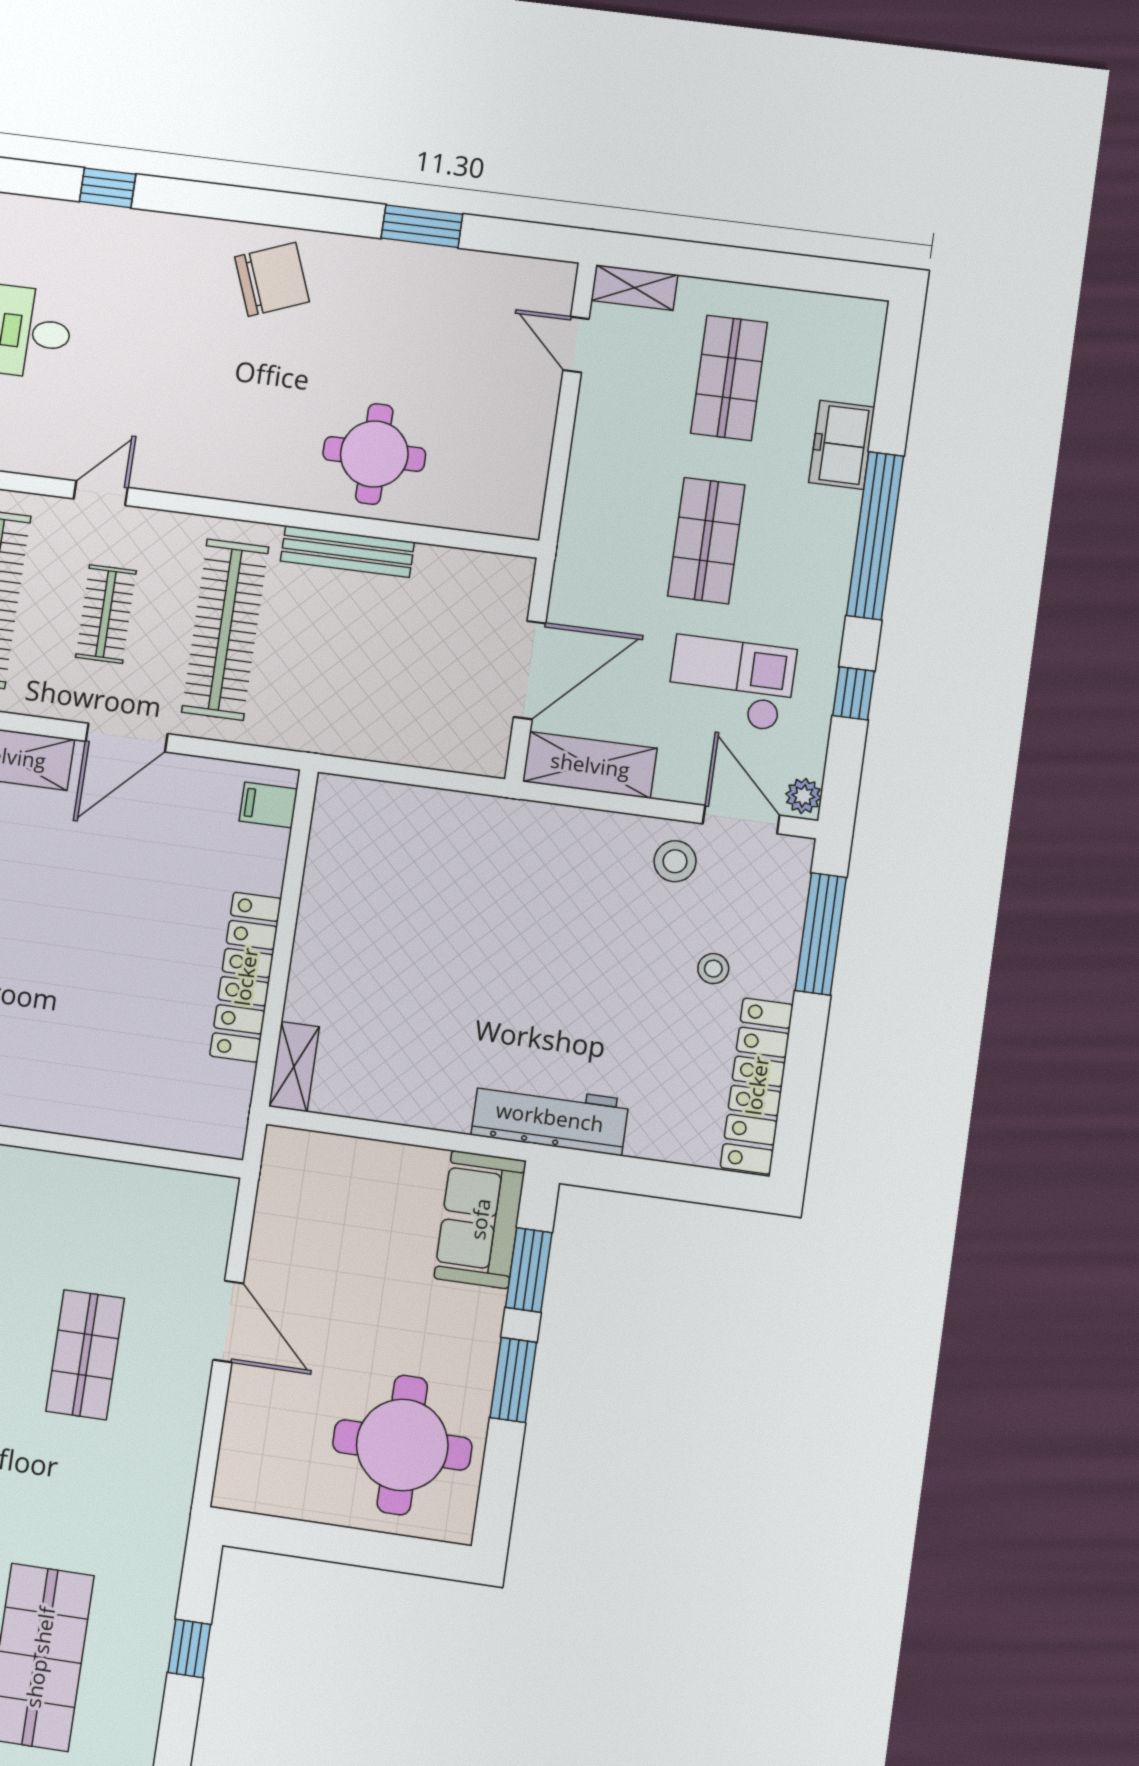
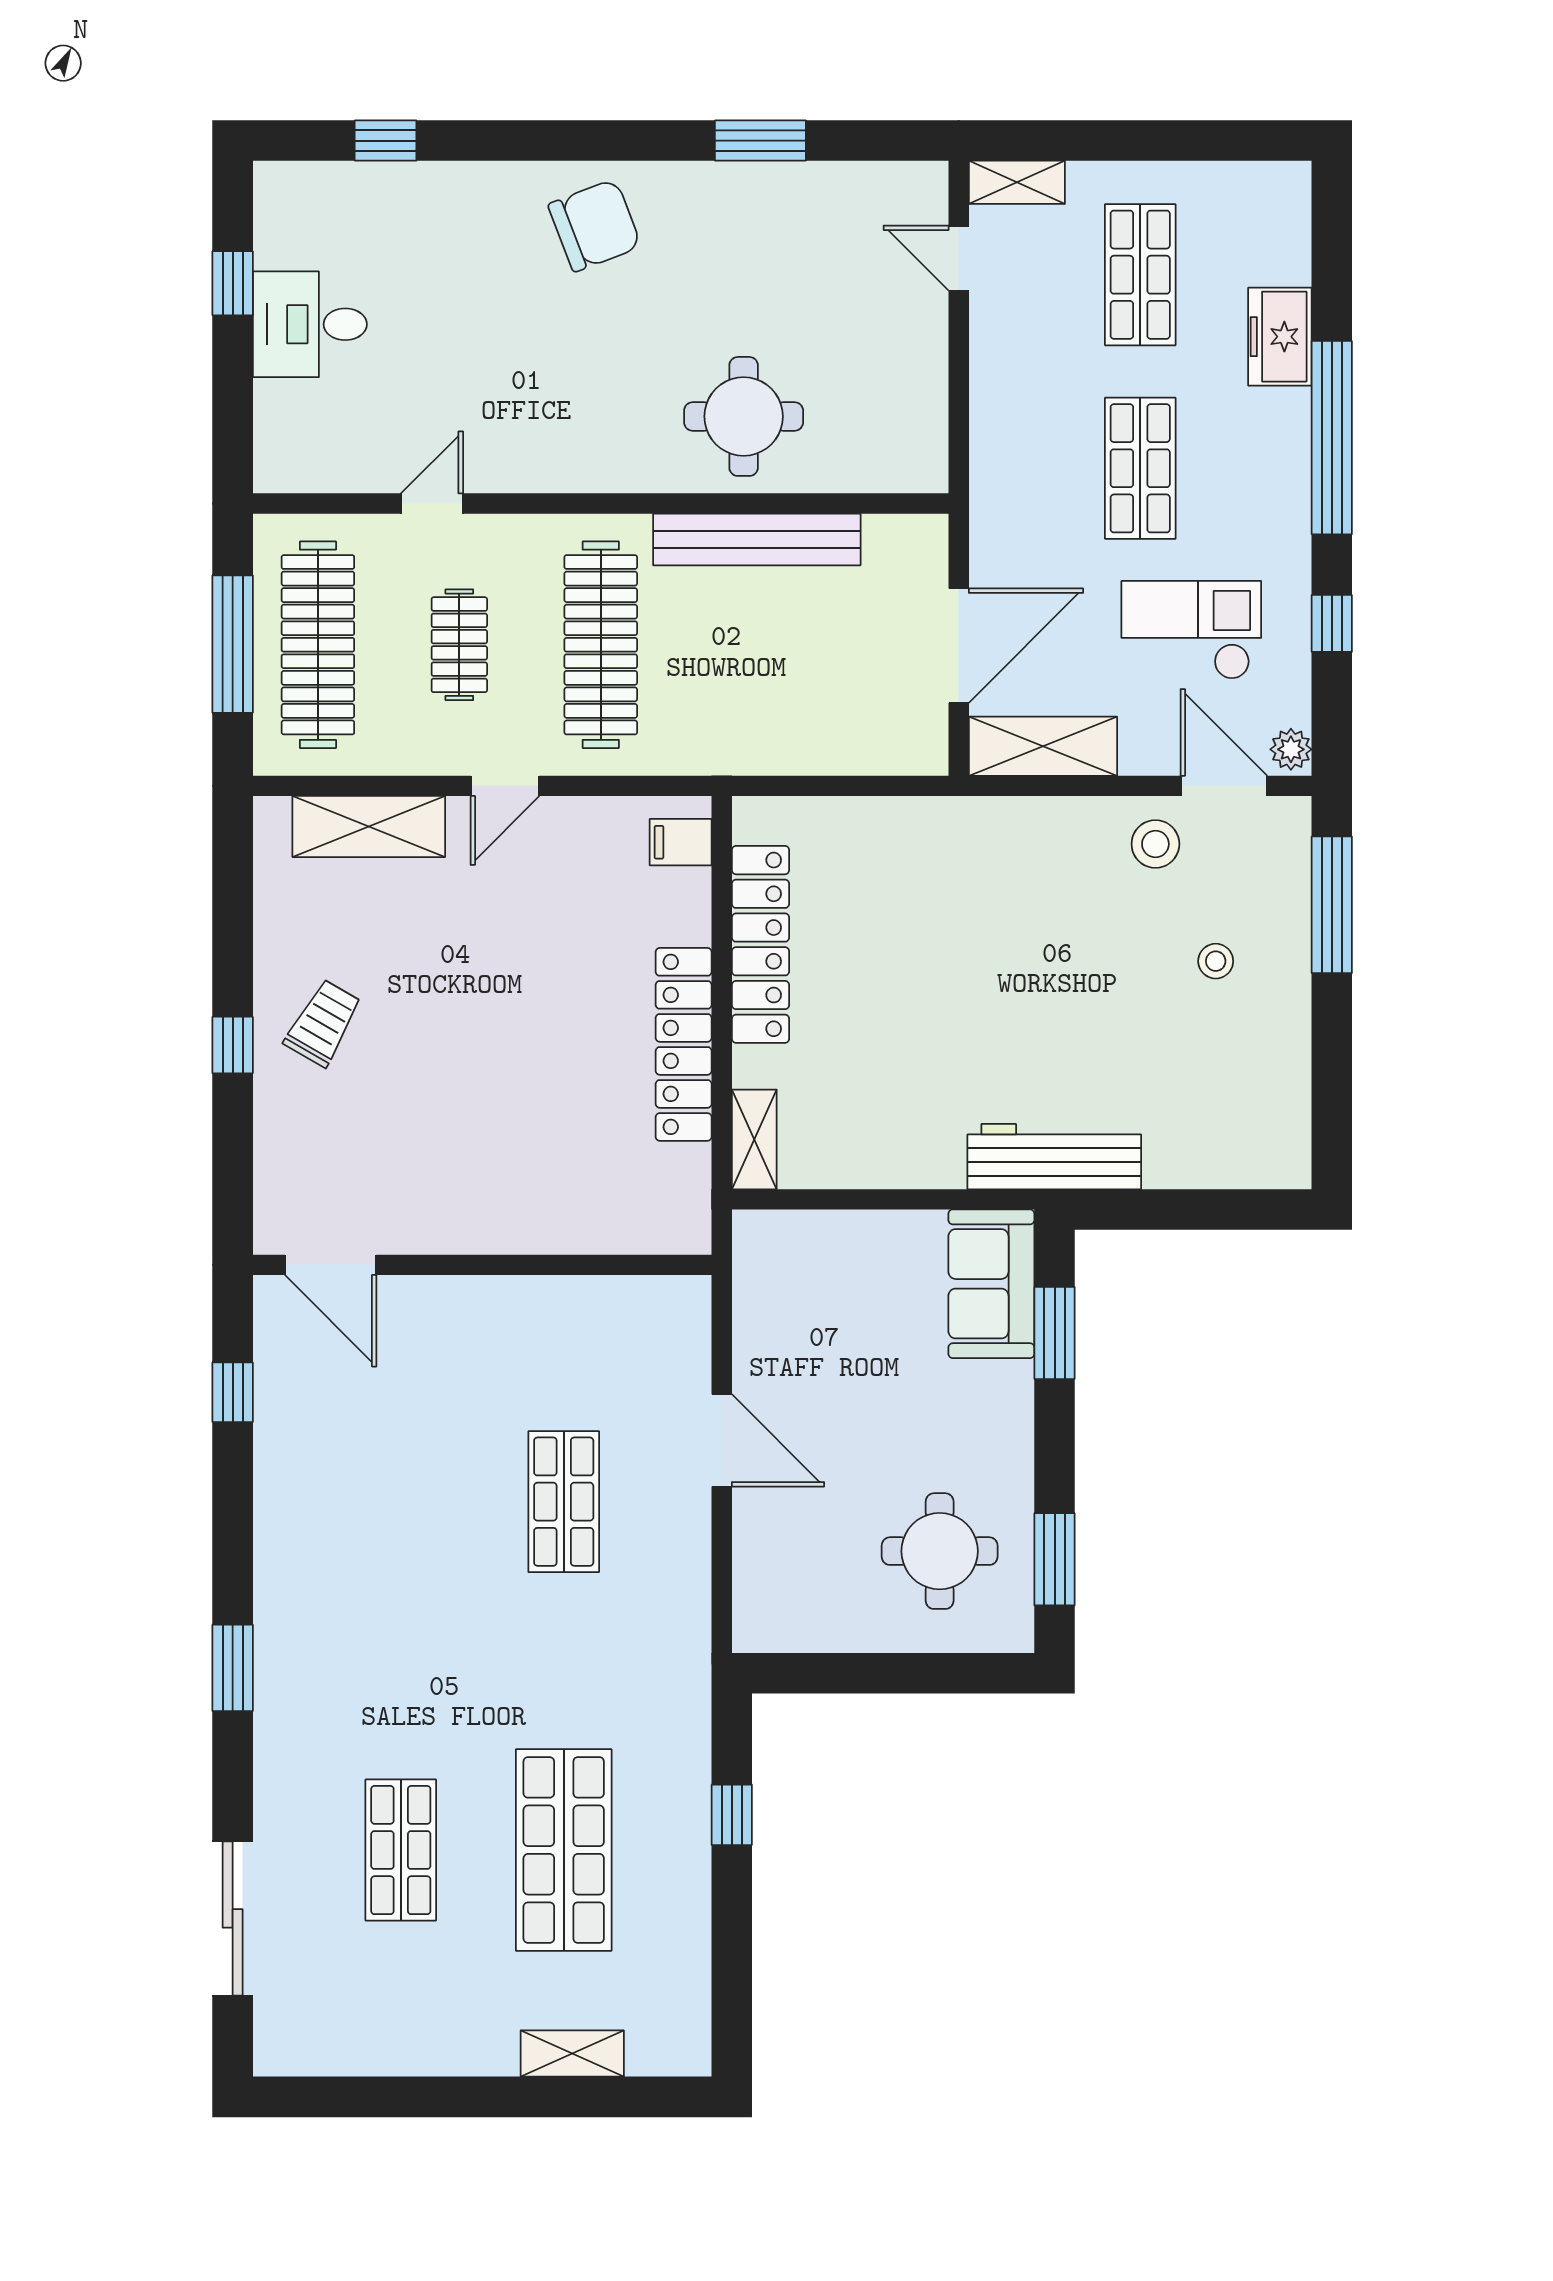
bench: (347, 552) -> (757, 539), width x1.37, depth x1.21
door: (127, 738) -> (505, 786), width x0.73
locker: (757, 1086) -> (760, 944), moved, turned 180
window: (513, 1380) -> (1055, 1559), moved
round table: (402, 1445) -> (940, 1551), width x0.73, depth x0.73

